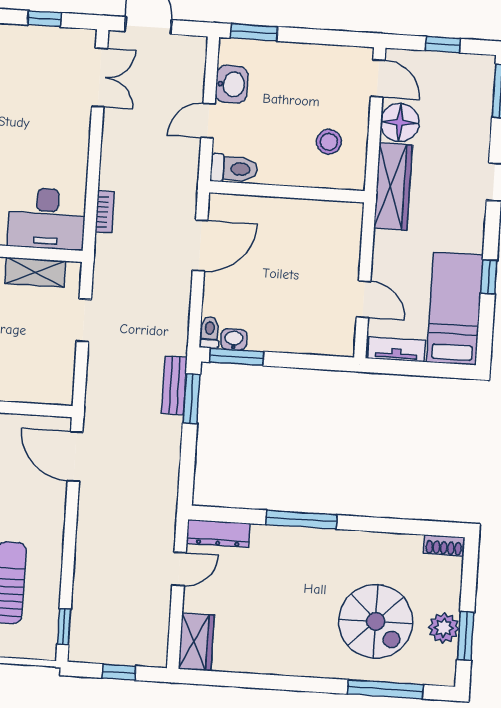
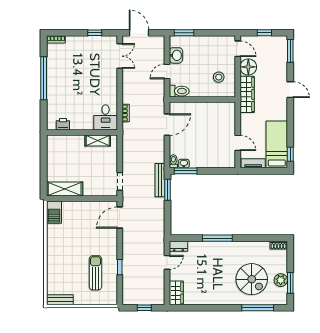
desk: (47, 219) -> (106, 117), width x0.73
window: (489, 277) -> (290, 154), moved
doorway: (84, 320) -> (120, 181), moved
bench: (174, 385) -> (160, 180), width x1.36
door: (75, 457) -> (120, 218), hinge flipped
dresser: (218, 533) -> (179, 246), width x0.70
window: (64, 627) -> (120, 267), moved

